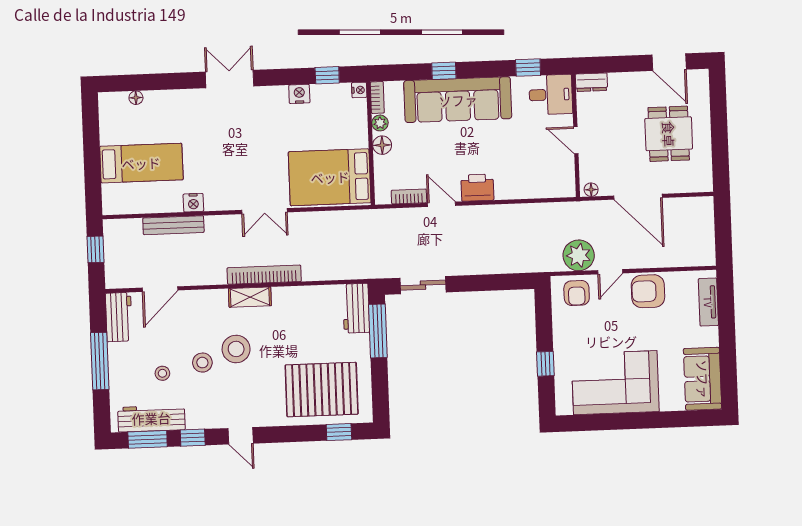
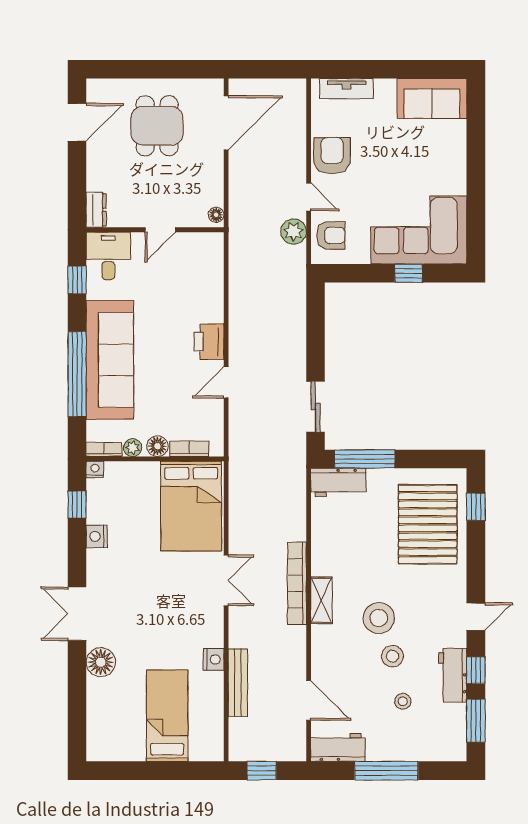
window: (444, 71) -> (77, 374), width x3.17
floor lamp: (136, 98) -> (101, 662), moved, width x1.89, depth x1.89
dining table: (669, 134) -> (157, 126), turned 90
bookcase: (409, 197) -> (189, 449), moved, turned 90
door: (638, 197) -> (226, 123), moved
plant: (579, 255) -> (294, 232), width x0.73, depth x0.73
armchair: (648, 291) -> (332, 156), turned 180
corner sofa: (615, 383) -> (419, 230), moved, turned 90
workbench: (151, 418) -> (453, 675), moved, width x0.73

